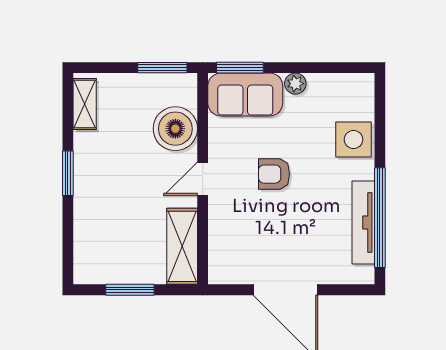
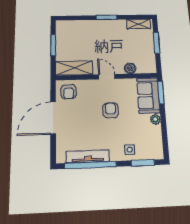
window: (162, 68) -> (157, 43), moved
window: (380, 115) -> (143, 163), added
boiler: (175, 129) -> (130, 68), width x0.54, depth x0.54
side table: (354, 140) -> (130, 150), width x0.54, depth x0.54
armchair: (233, 258) -> (69, 92), added

